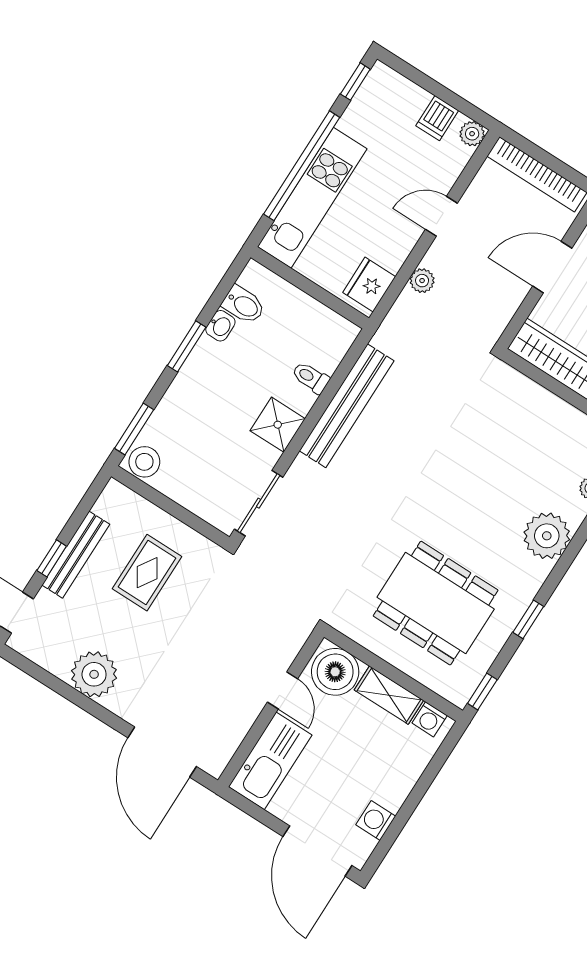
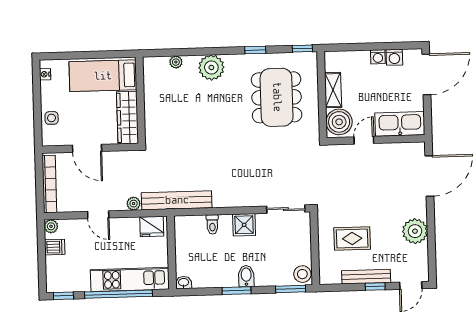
bidet: (244, 305) -> (246, 276), moved
washbasin: (220, 326) -> (184, 283), moved
bench: (347, 406) -> (177, 200), moved
washing machine: (430, 719) -> (378, 57), moved, turned 90

